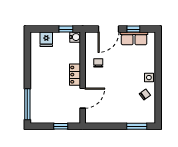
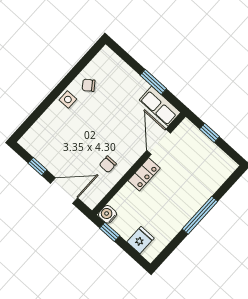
row of seats: (134, 38) -> (160, 106), moved, turned 180
door: (83, 98) -> (159, 142), hinge flipped
window: (27, 104) -> (200, 215), moved
window: (137, 126) -> (153, 82), moved

